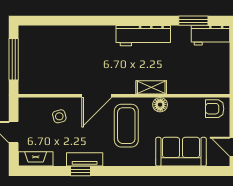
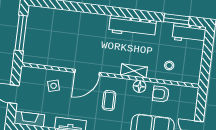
stool: (192, 76) -> (169, 65), added
armchair: (215, 109) -> (161, 94), moved
coffee table: (126, 126) -> (109, 100), width x0.54, depth x0.58

